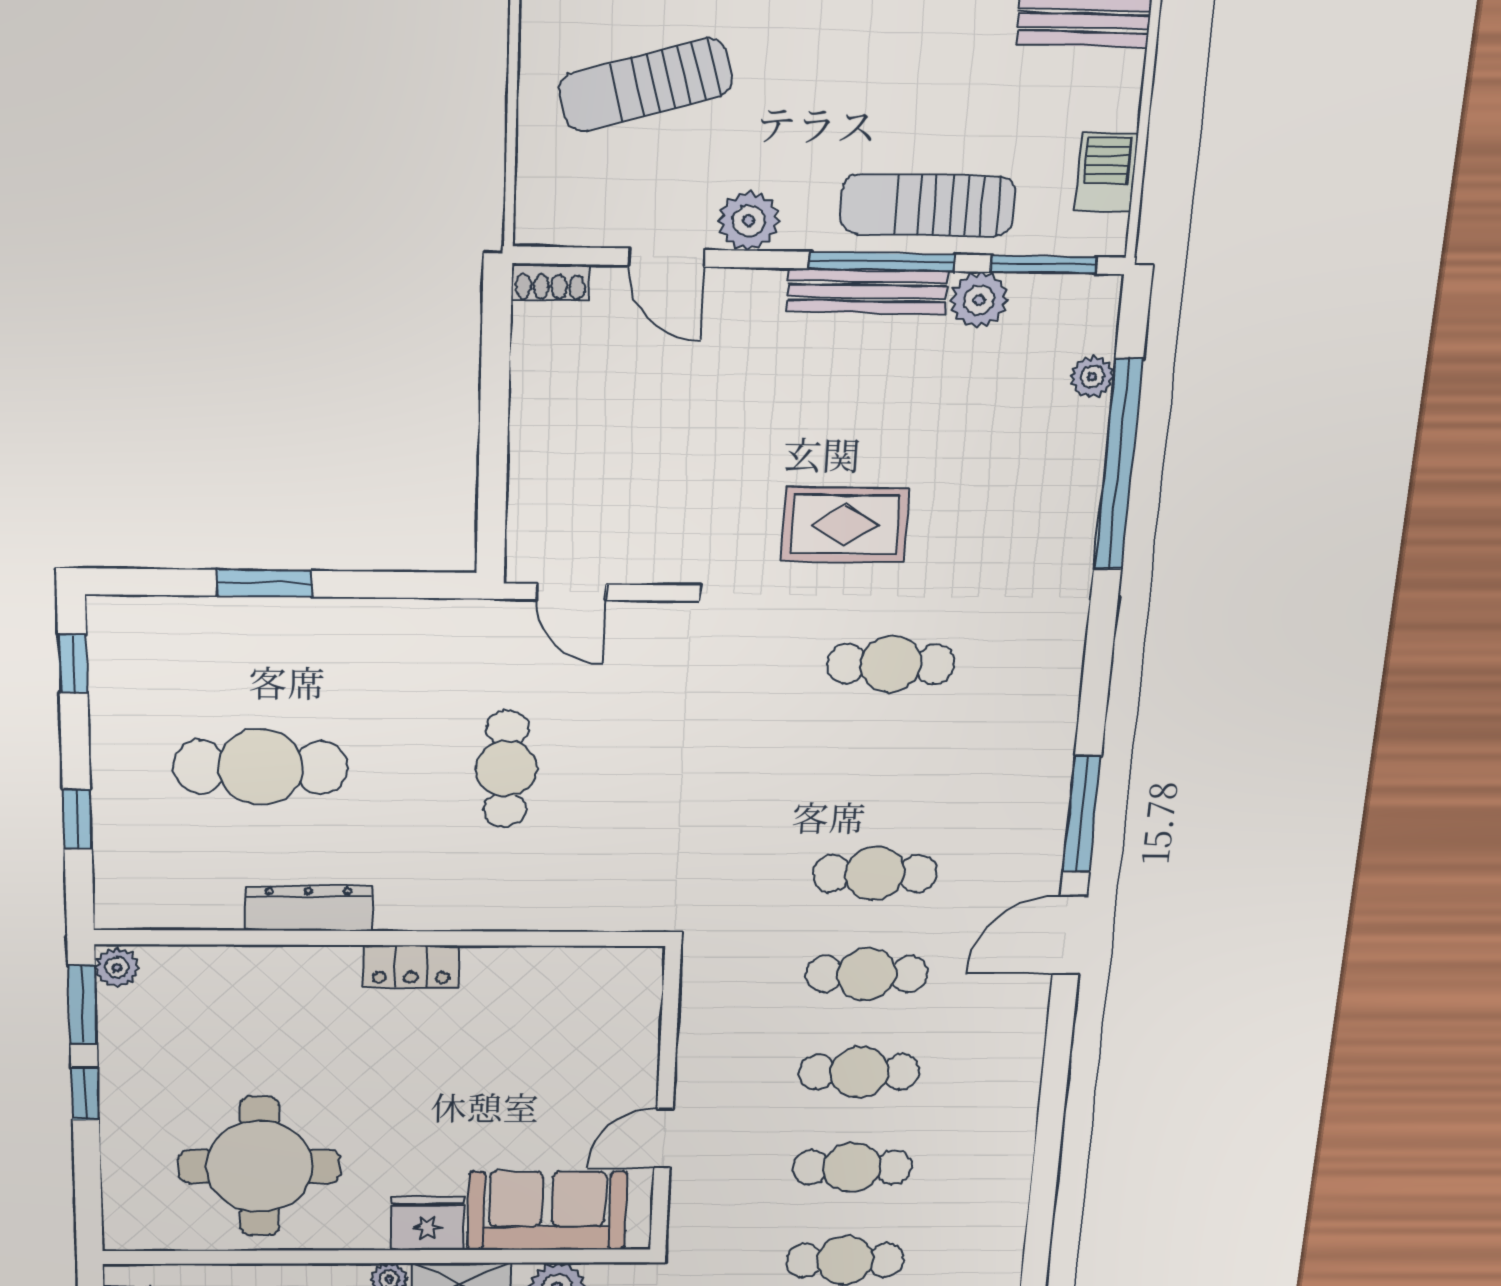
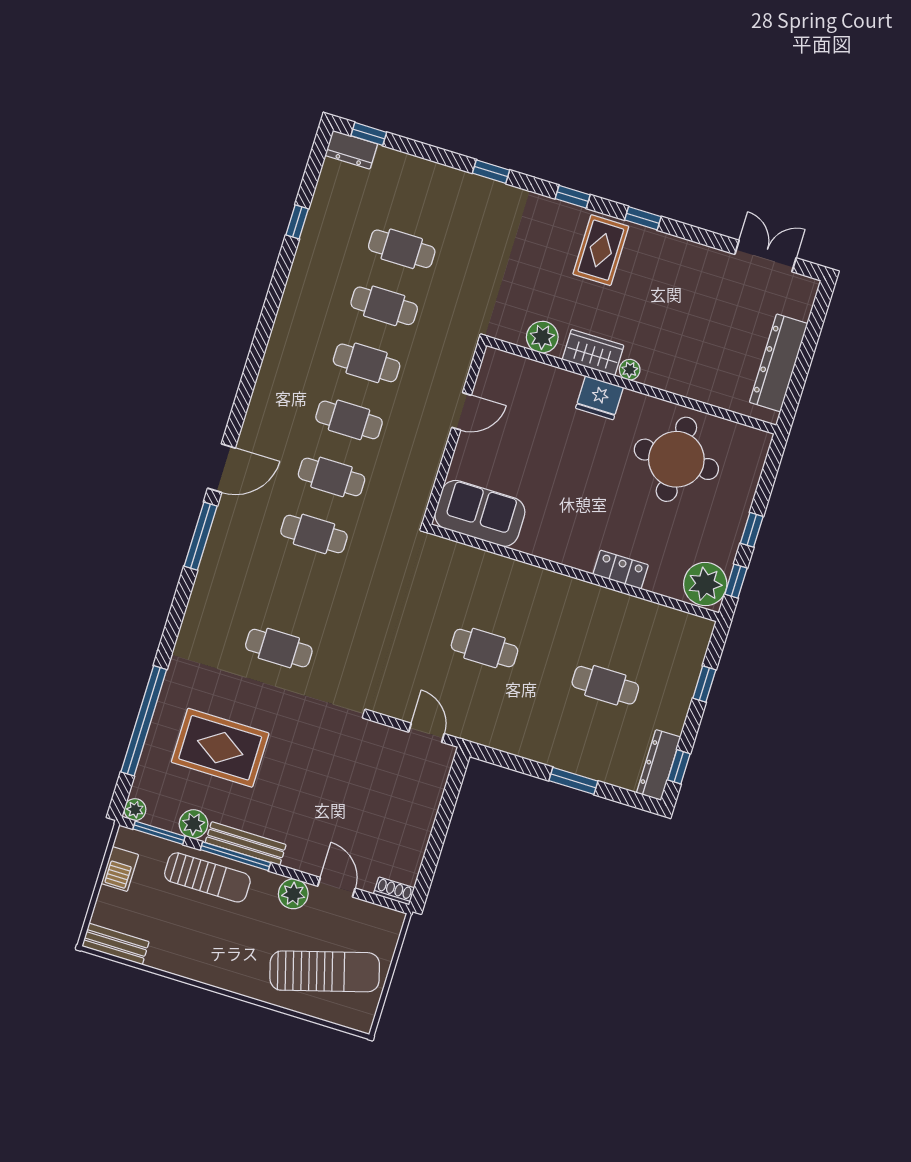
sun lounger: (646, 85) -> (325, 971), width x1.36, depth x1.34
plant: (1092, 377) -> (135, 810), moved
rug: (845, 525) -> (220, 748), moved, width x1.36, depth x1.43
cafe table: (260, 767) -> (605, 685), width x0.73, depth x0.74
cafe table: (506, 769) -> (484, 648), turned 90
dresser: (308, 909) -> (659, 765), moved, turned 90
locker: (411, 967) -> (621, 570), moved
plant: (117, 968) -> (705, 584), width x1.87, depth x1.87
window: (83, 1004) -> (736, 581), width x0.67
sofa: (547, 1211) -> (480, 513), moved, turned 180

